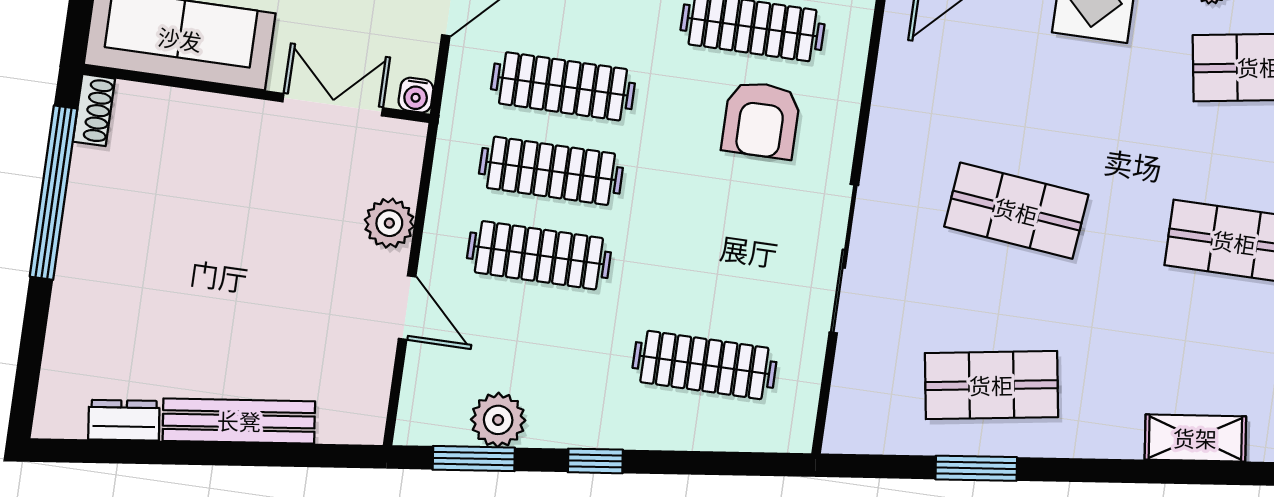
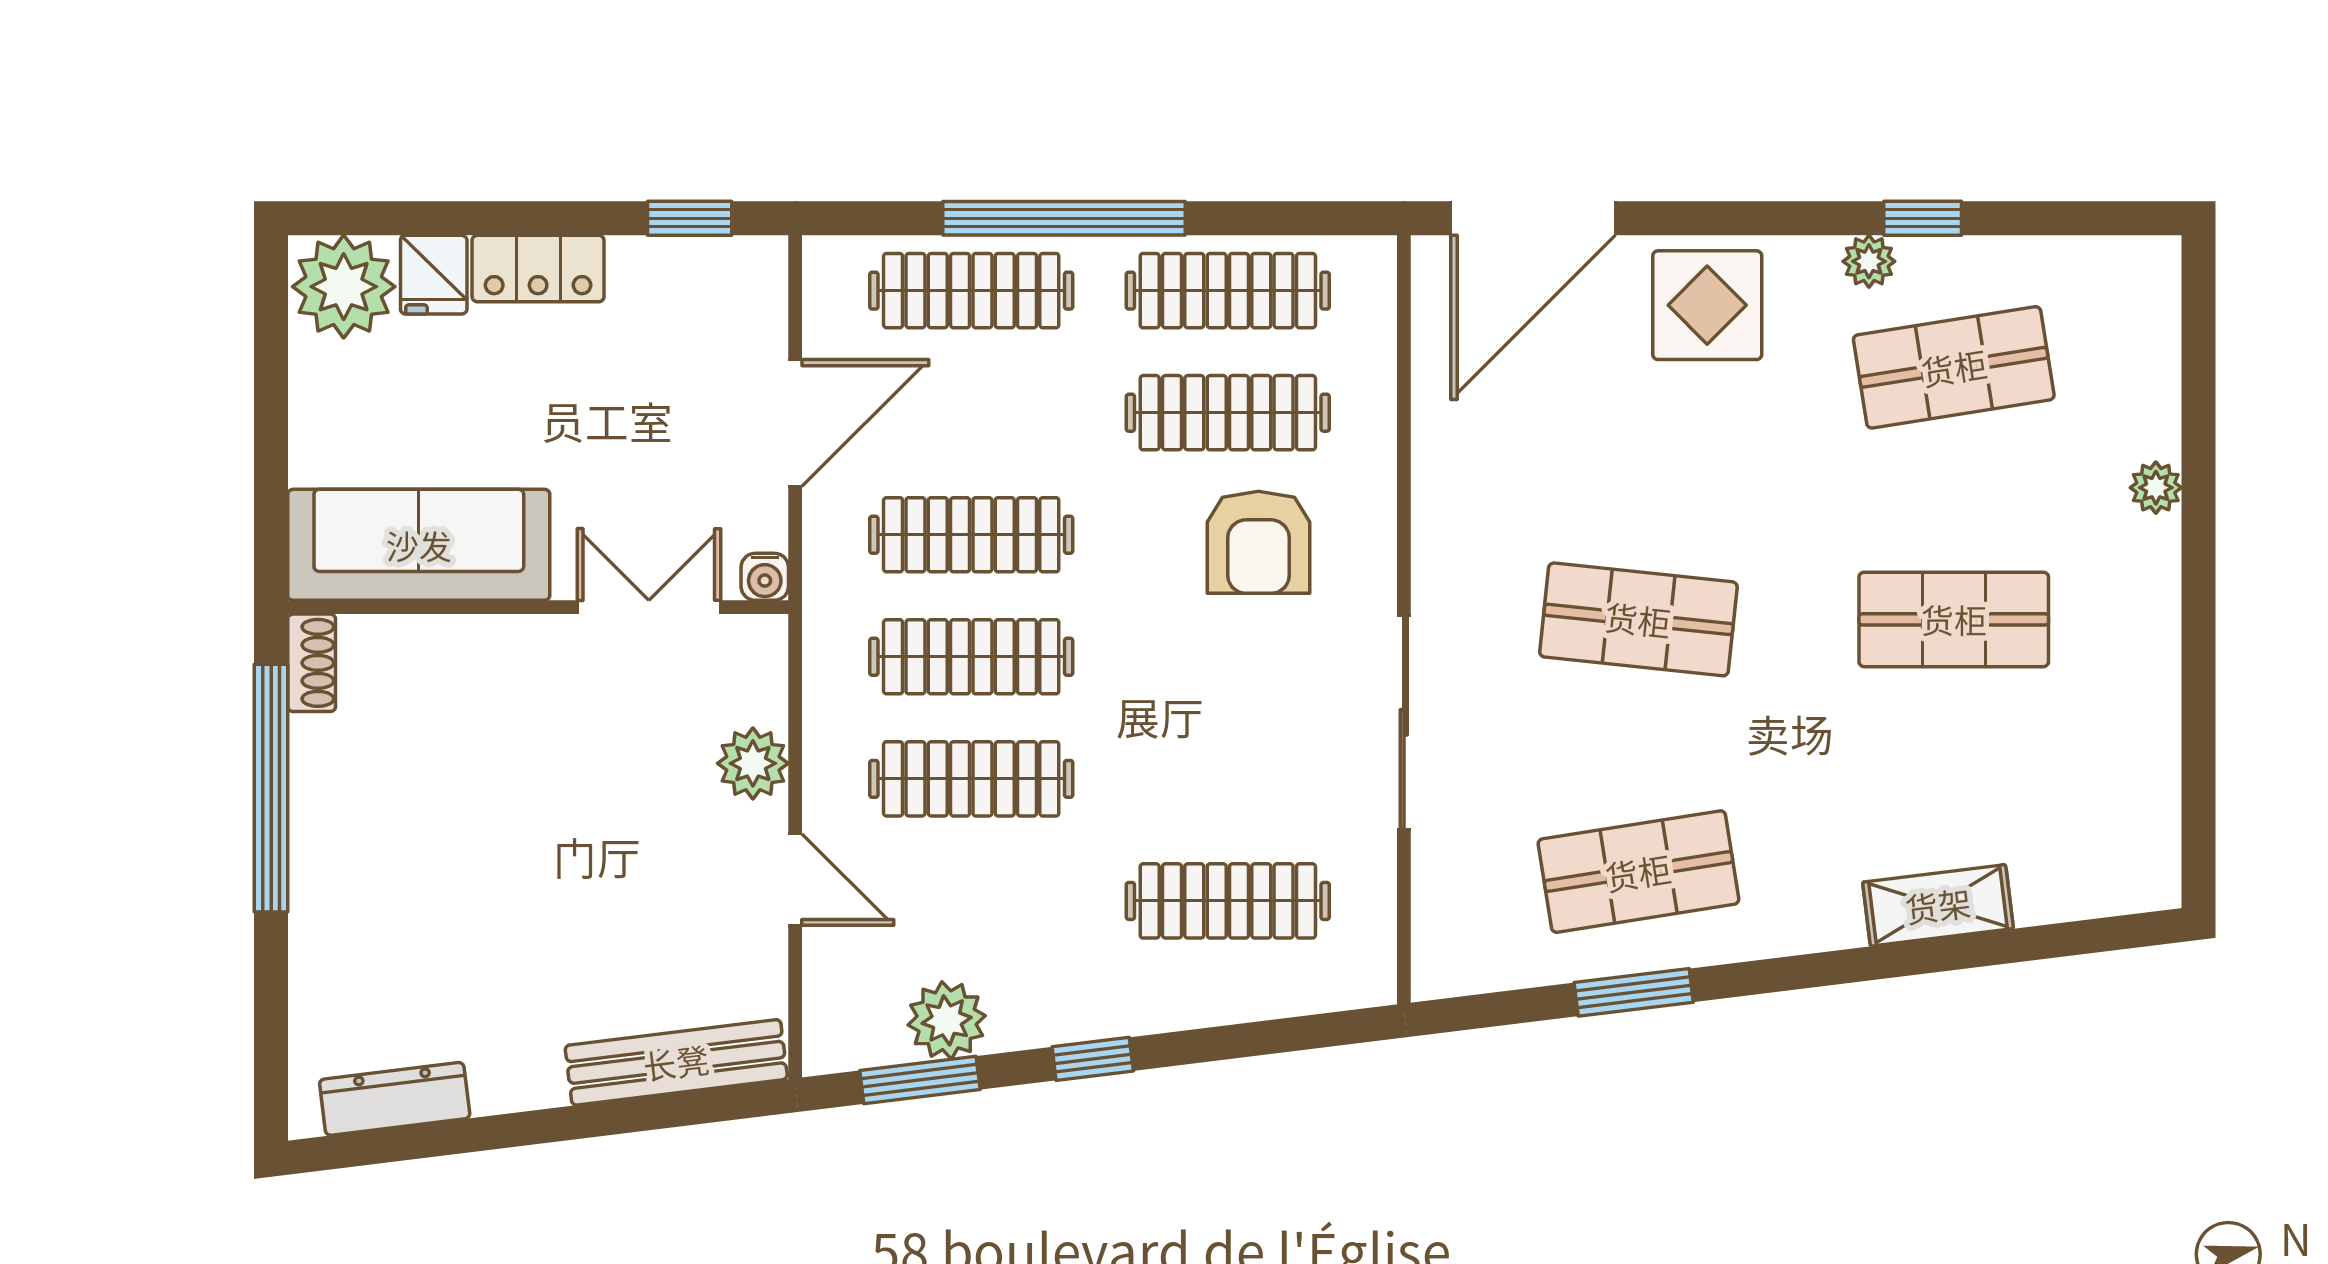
dresser: (124, 420) -> (395, 1099), width x1.44
bench: (239, 421) -> (676, 1062), moved

